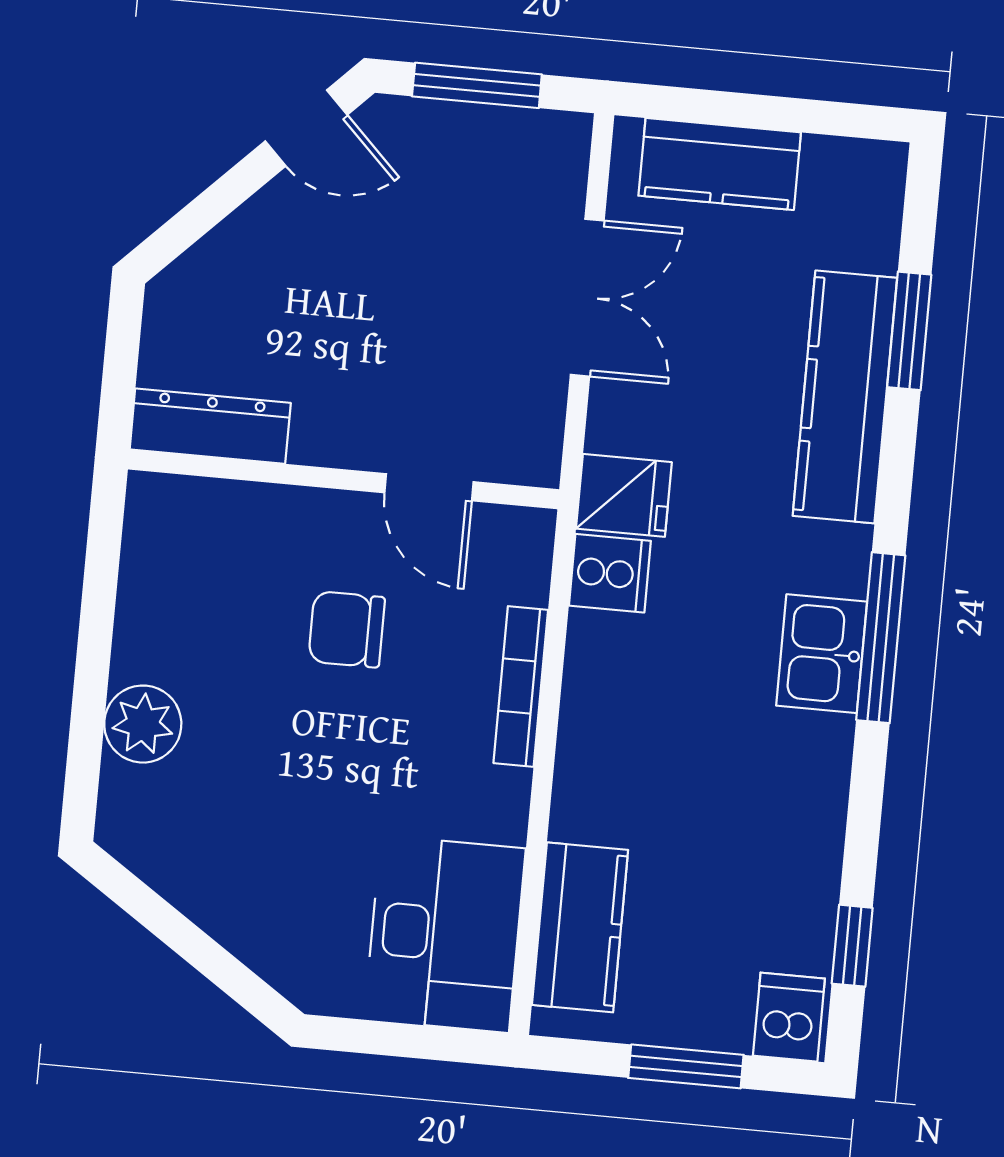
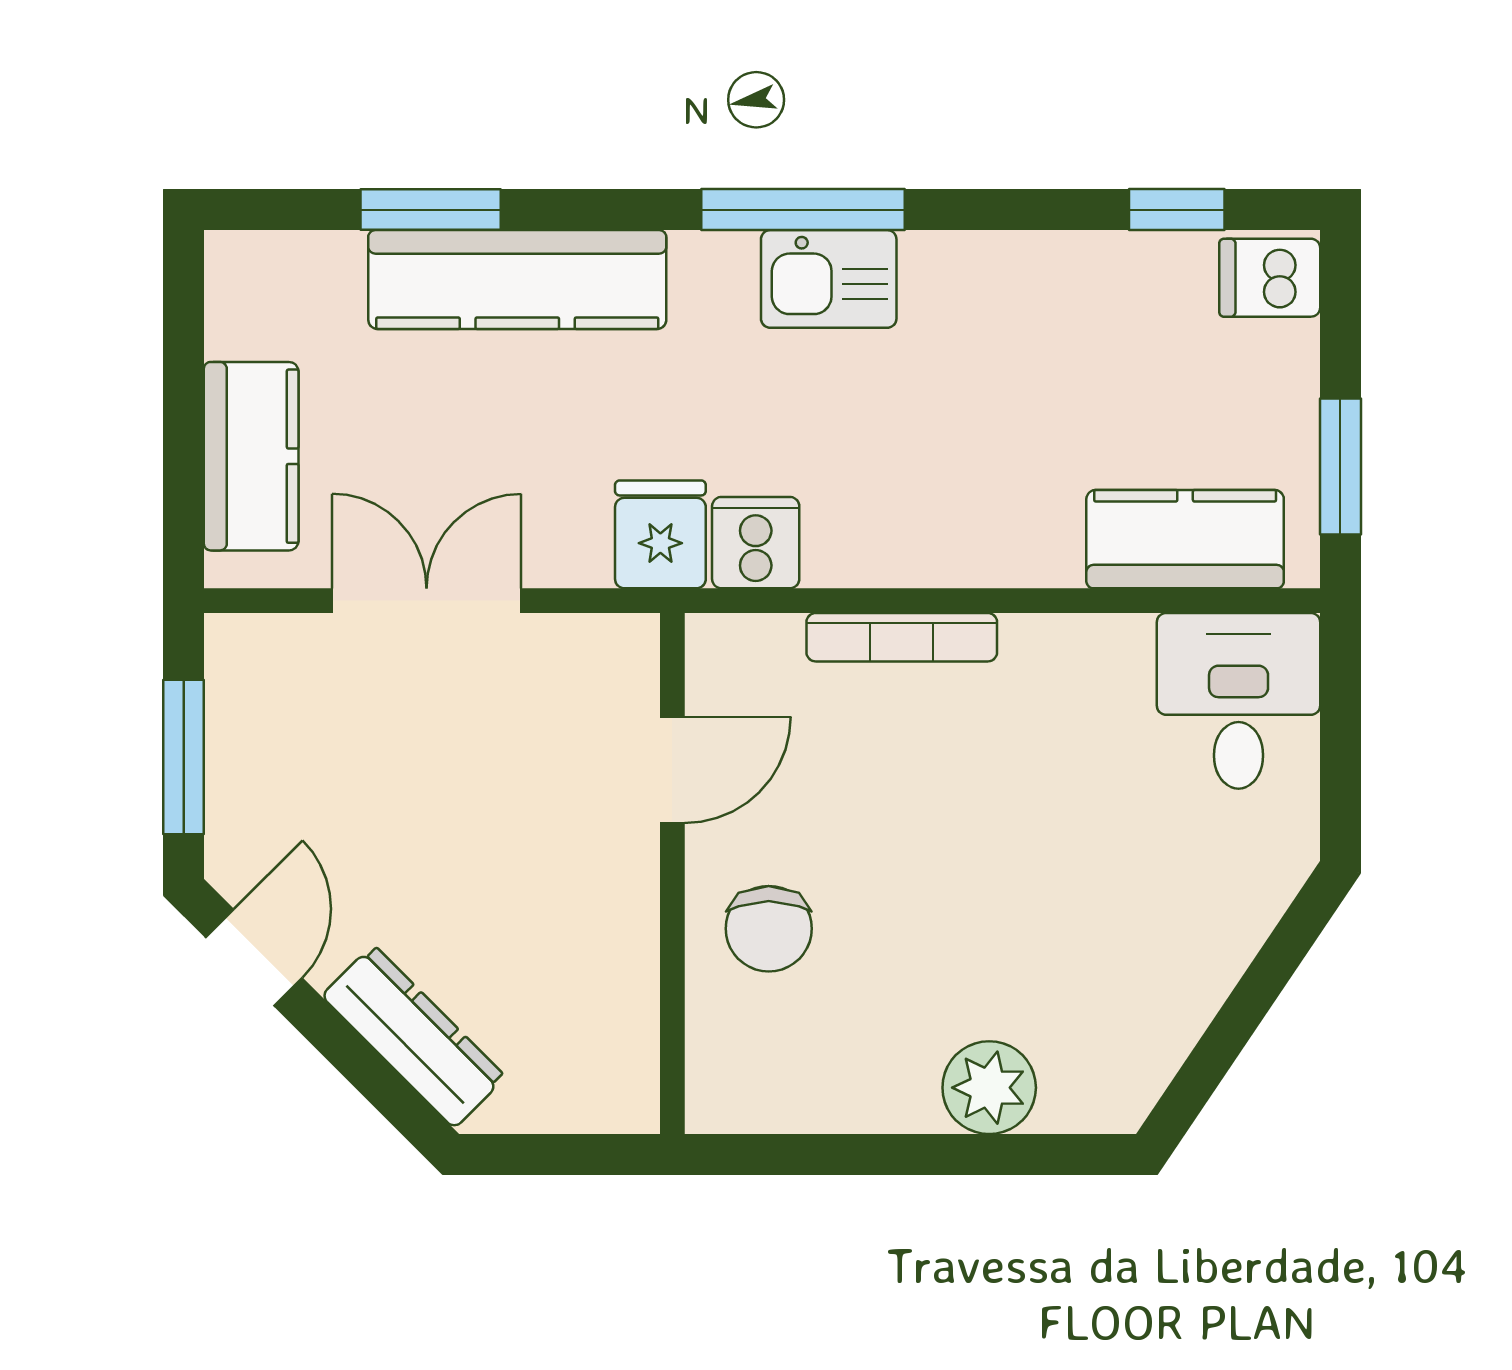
dresser: (210, 426) -> (414, 1036), moved, turned 135
chair: (347, 629) -> (769, 929), moved
desk: (445, 934) -> (1239, 701), width x0.73
window: (686, 1066) -> (1340, 466), moved

